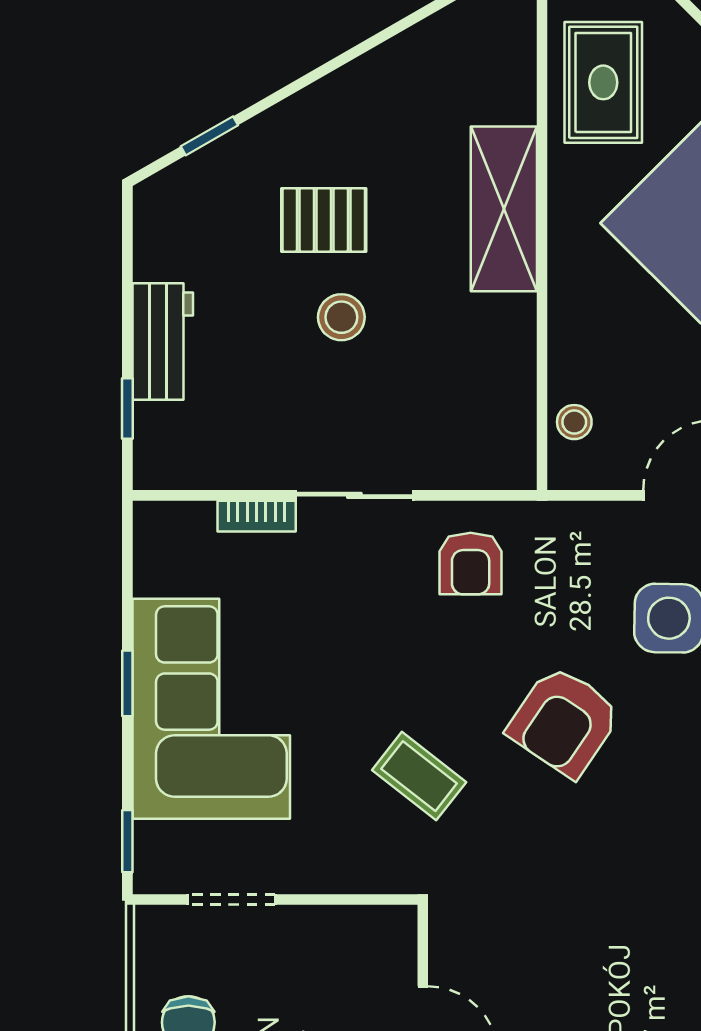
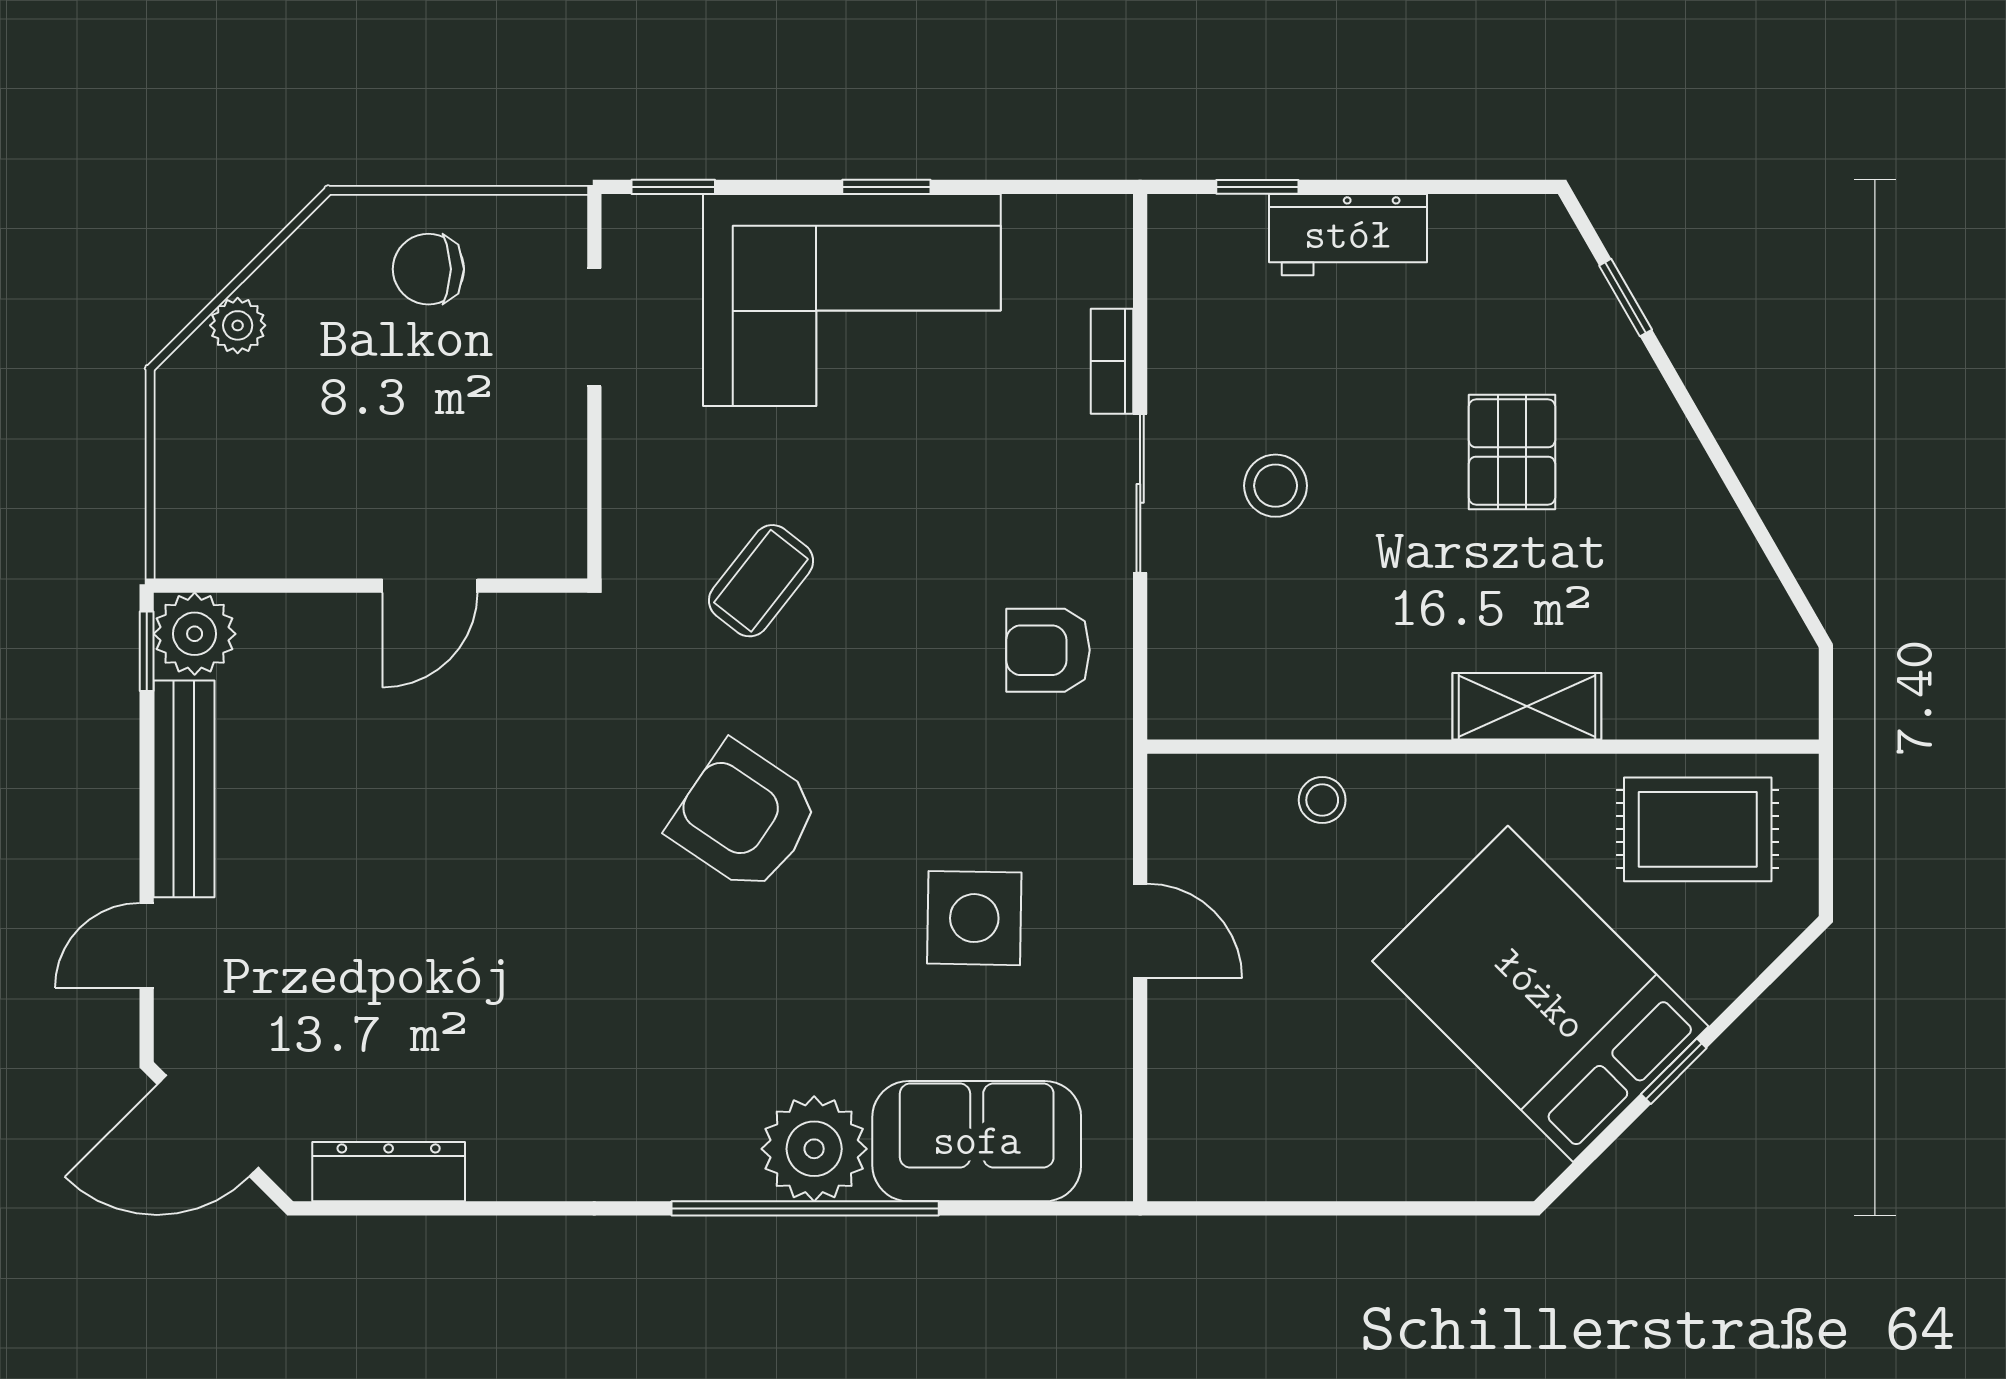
shelving: (504, 209) -> (1527, 706), width x0.67, depth x0.75
stool: (341, 317) -> (1276, 486), moved
stool: (574, 422) -> (1322, 800), moved
armchair: (564, 721) -> (744, 817), moved

